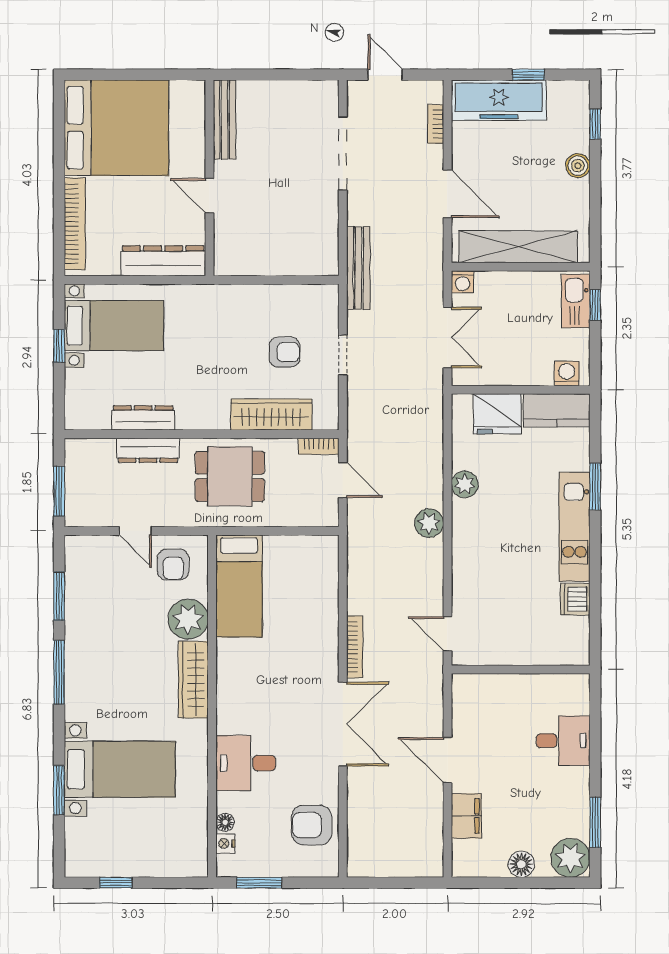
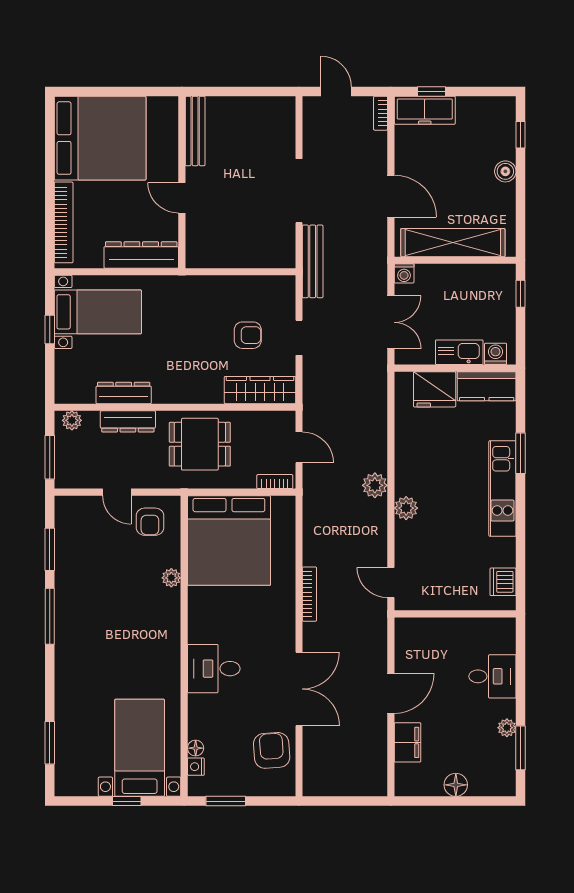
window: (528, 75) -> (431, 91), moved
freezer: (499, 100) -> (425, 110), width x0.73, depth x0.79
bookcase: (436, 124) -> (381, 113), moved
doorway: (343, 153) -> (299, 191), moved
kitchen sink: (576, 301) -> (459, 352), moved, turned 90
wardrobe: (271, 415) -> (260, 390), moved
bookcase: (319, 446) -> (275, 482), moved, turned 180
plant: (84, 449) -> (72, 420), added
plant: (465, 484) -> (406, 508), moved
bed: (239, 586) -> (229, 541), width x2.04
dishwasher: (575, 599) -> (503, 582), moved
plant: (188, 619) -> (171, 578), width x0.53, depth x0.53
wardrobe: (193, 680) -> (168, 623), removed
double door: (343, 724) -> (299, 689), moved
door: (447, 760) -> (391, 693), swing flipped
desk: (246, 763) -> (214, 669), moved
bed with nightstands: (120, 769) -> (140, 748), moved, turned -90
window: (59, 790) -> (50, 743), moved
armchair: (312, 825) -> (272, 750), turned 86
plant: (570, 858) -> (507, 728), moved, width x0.53, depth x0.53
window: (116, 883) -> (127, 801), moved

